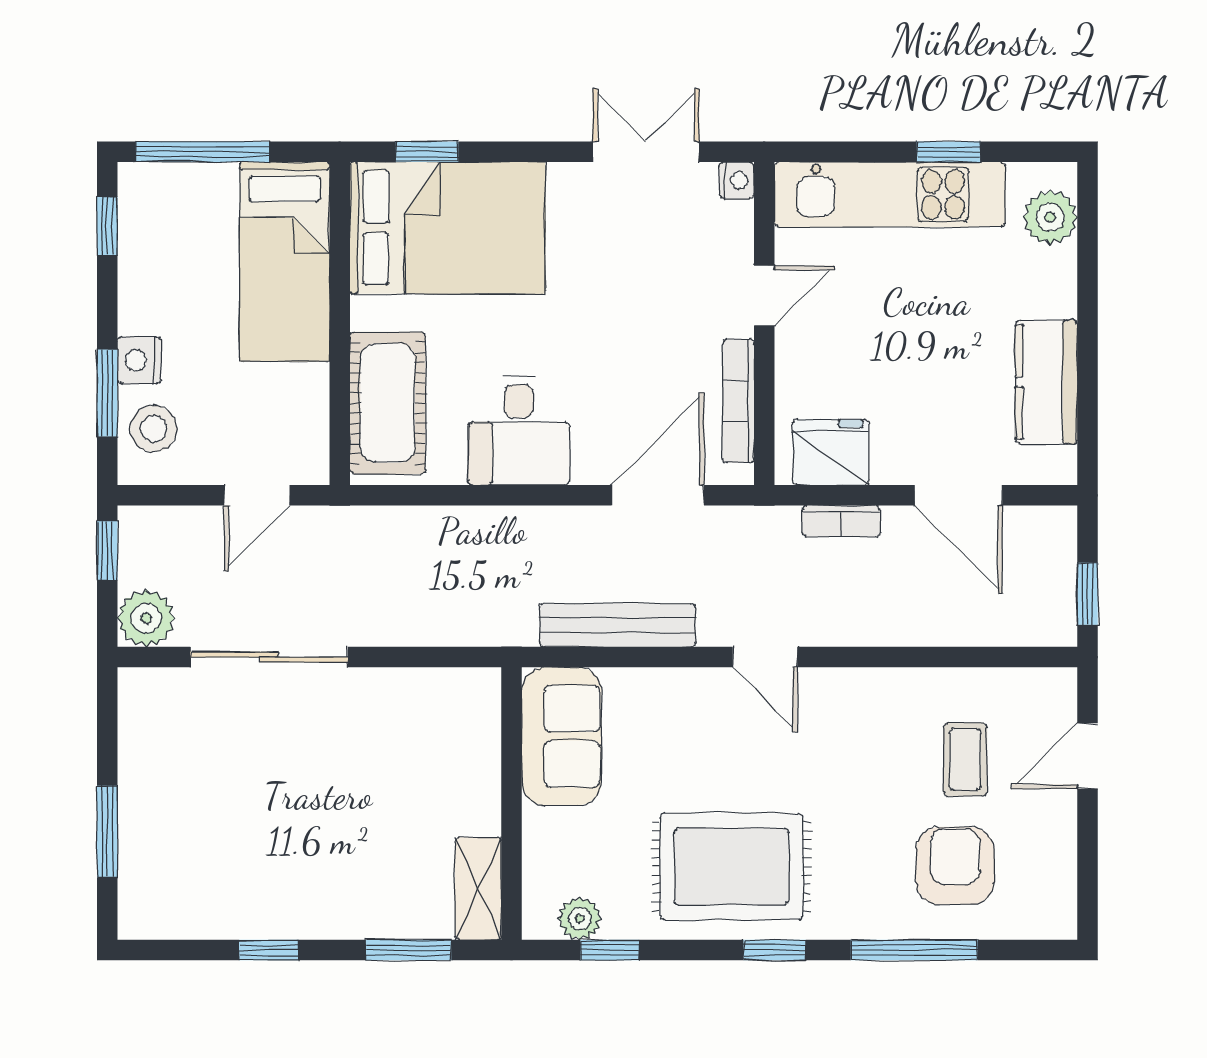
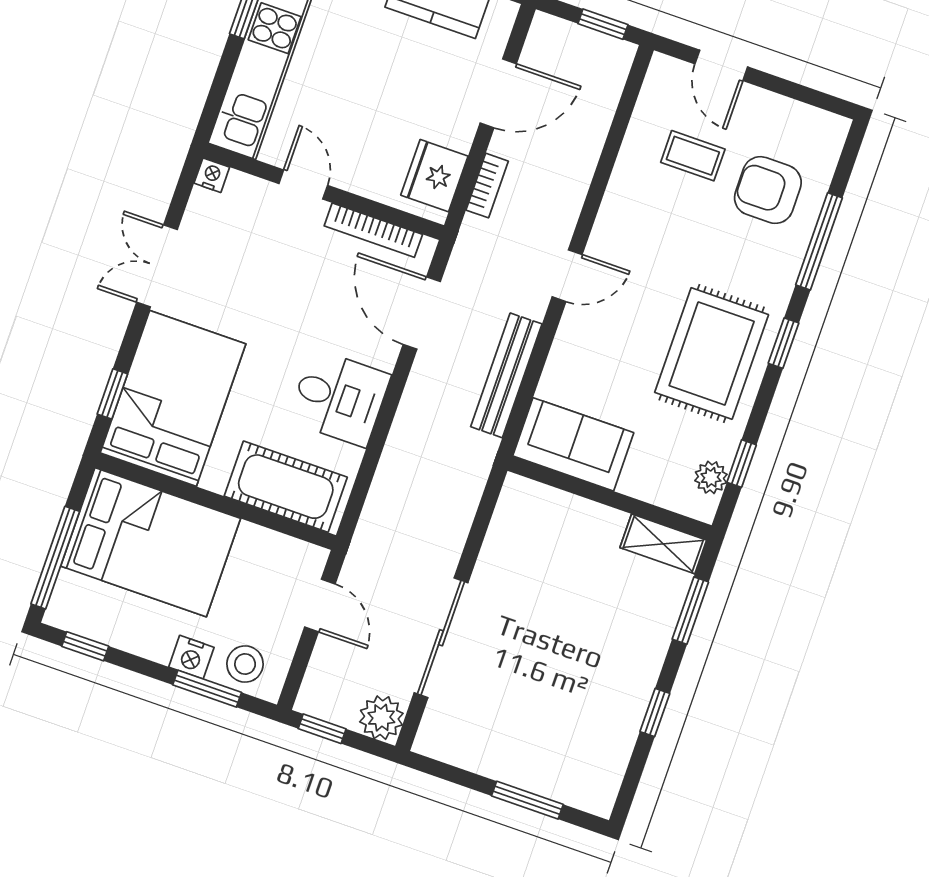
double door: (646, 152) -> (157, 266), moved
bed: (285, 262) -> (151, 542), width x1.50

